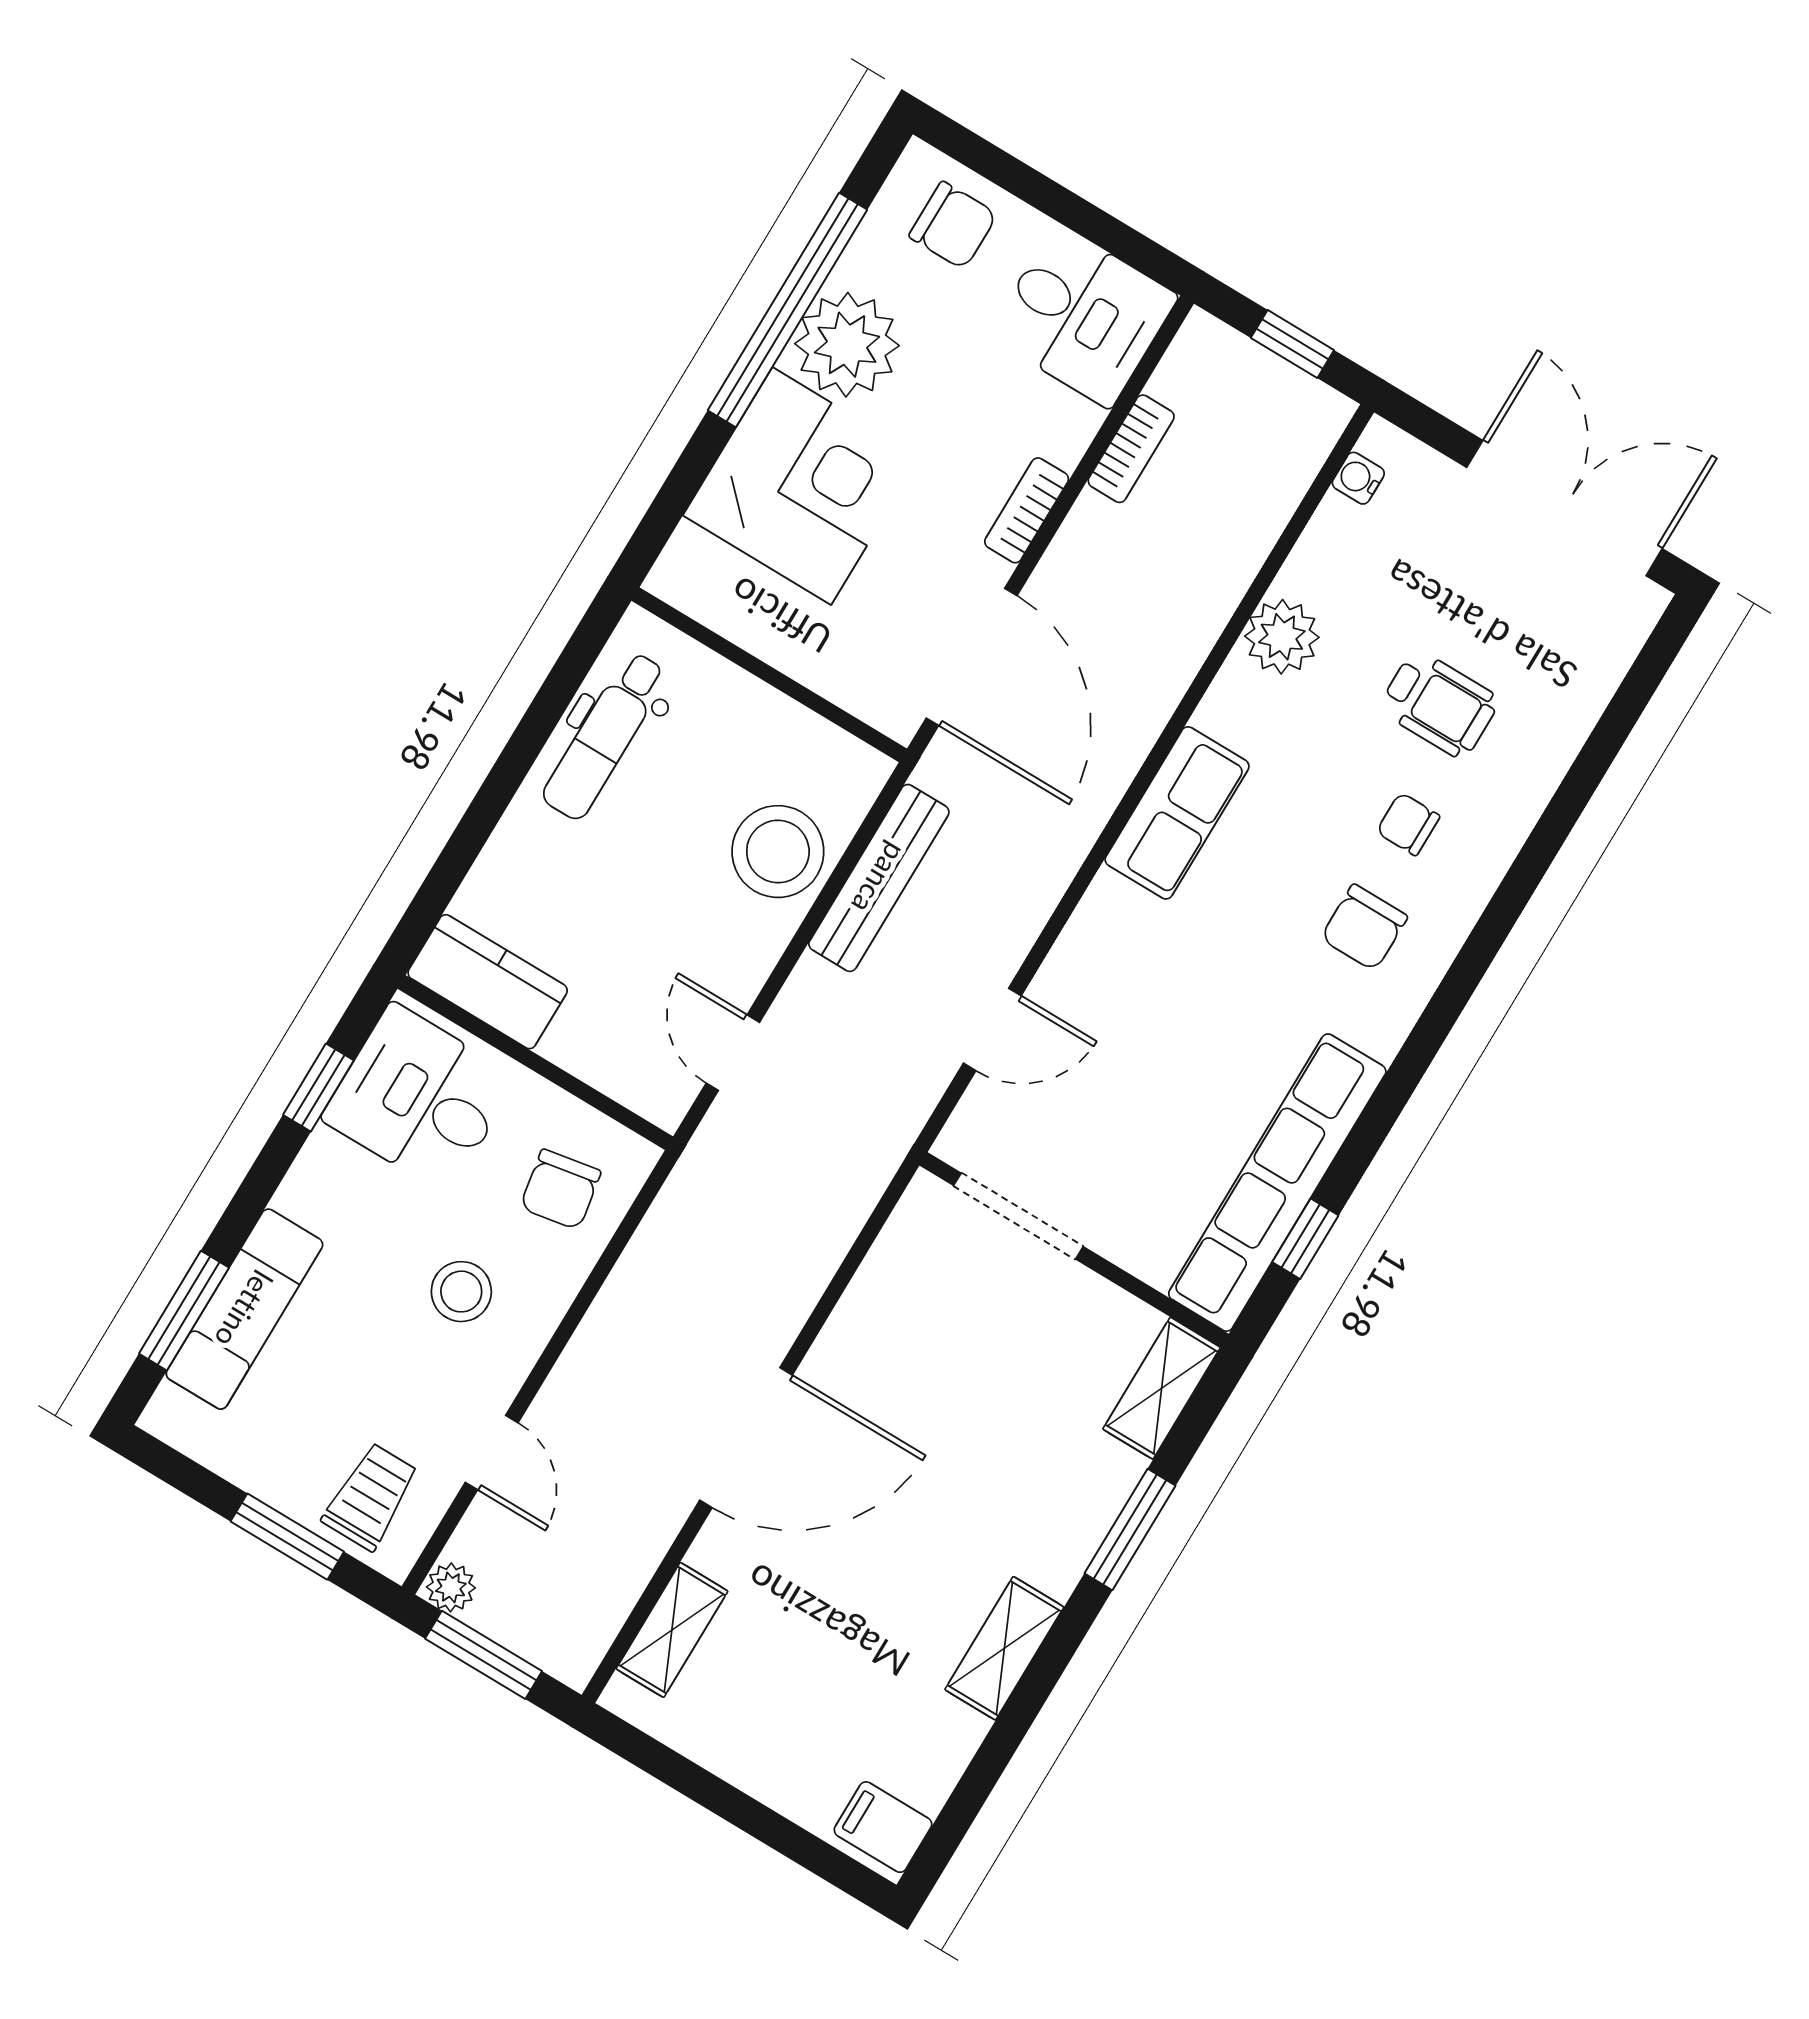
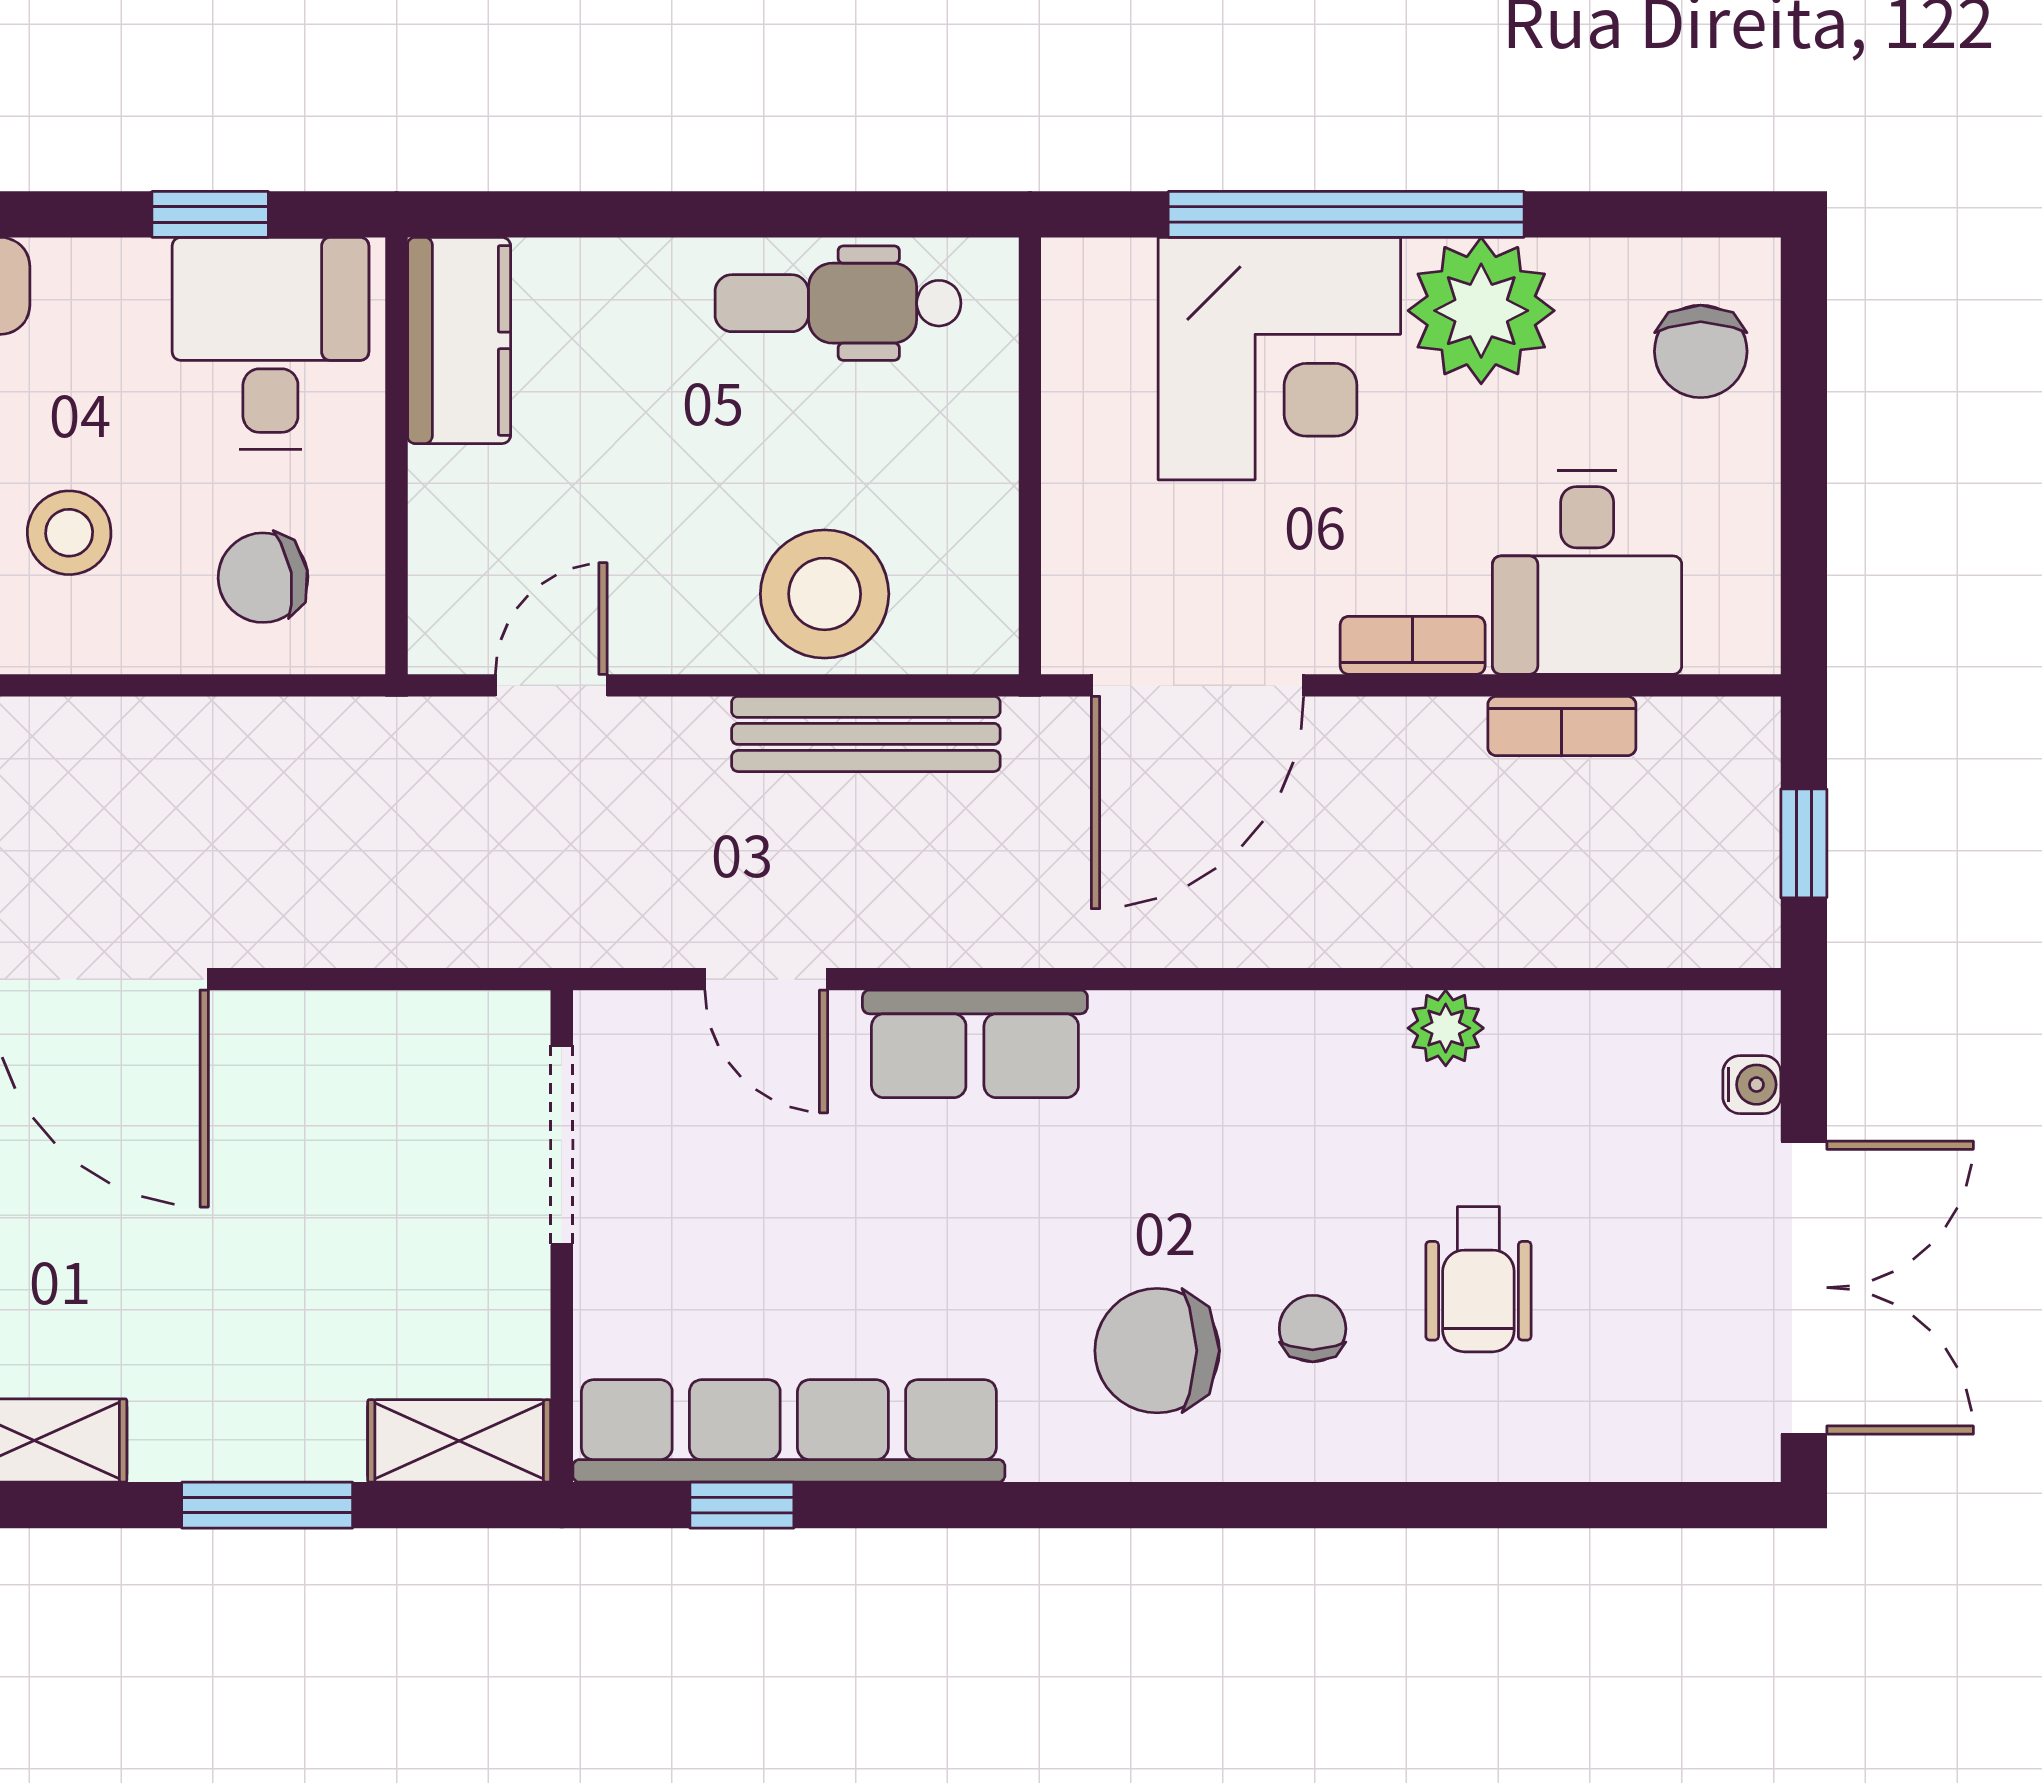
window: (788, 310) -> (1346, 214), moved
desk: (1083, 316) -> (1587, 572), moved
water cooler: (1358, 478) -> (1752, 1085), moved, turned 90
plant: (1282, 637) -> (1446, 1028), width x0.73, depth x0.73
row of seats: (1177, 813) -> (975, 1044), moved
chair: (1364, 927) -> (1157, 1351), width x1.37, depth x1.37

